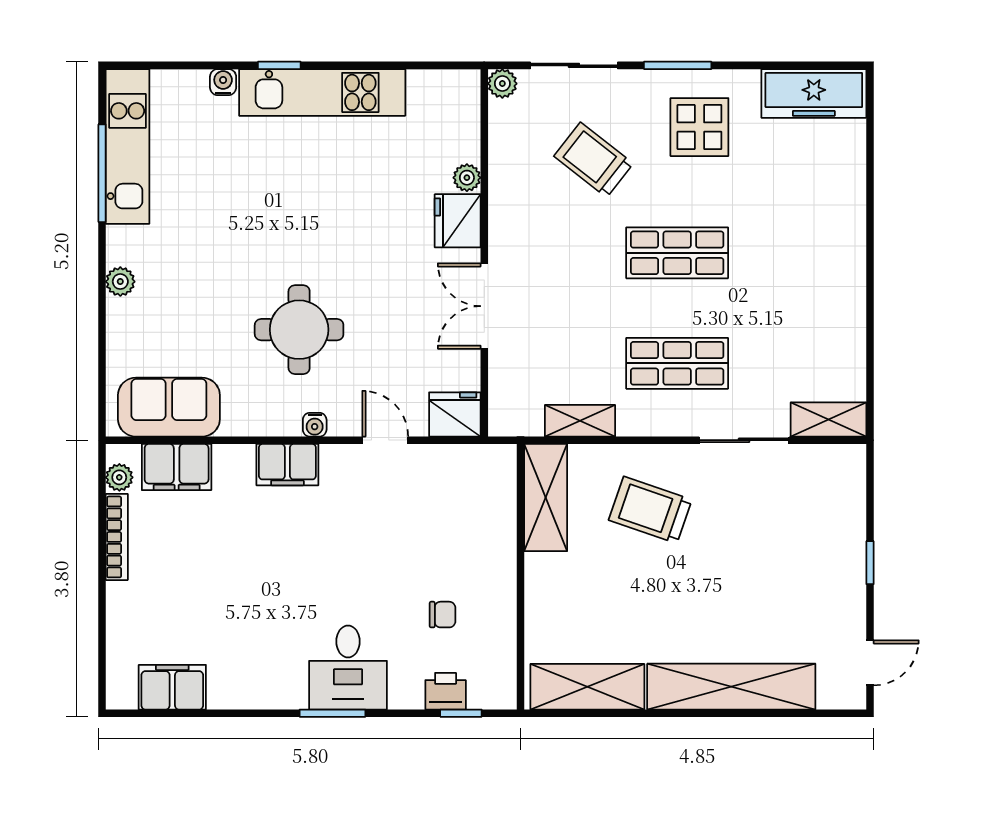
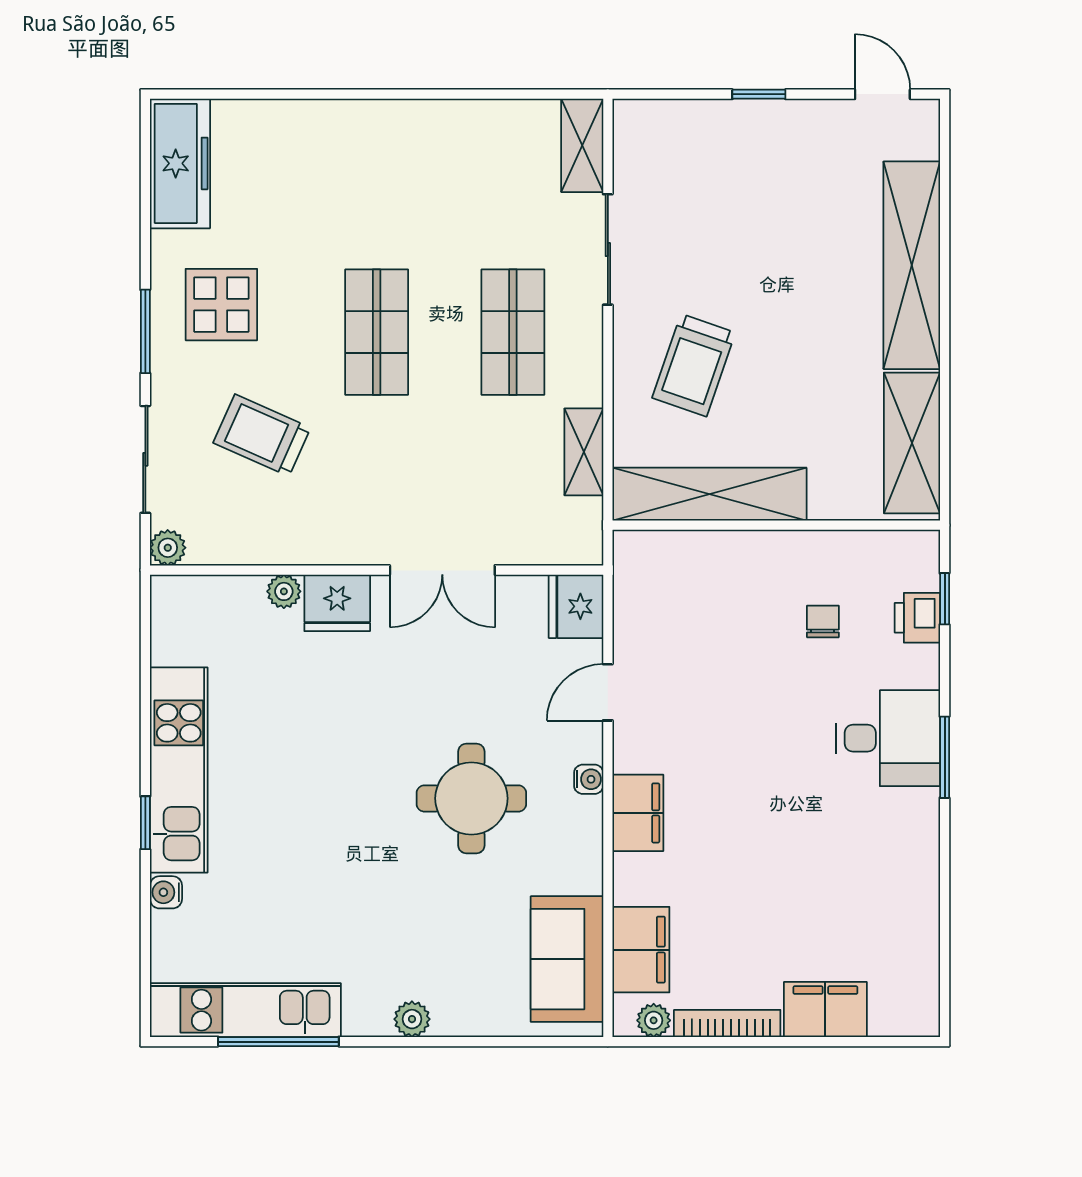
trolley: (593, 160) -> (262, 435), turned 76
shelving: (546, 498) -> (709, 494), width x1.47
filing cabinet: (172, 687) -> (825, 1009), moved, turned 90

